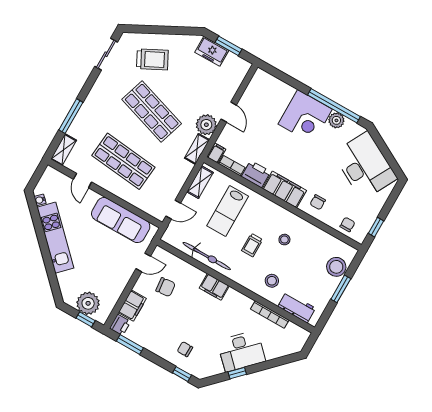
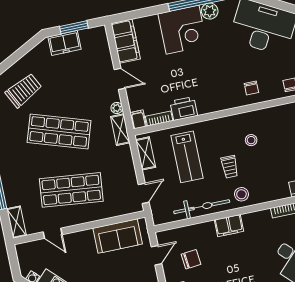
plant: (206, 125) -> (117, 108), width x0.53, depth x0.53
filing cabinet: (284, 189) -> (126, 41), moved, turned 90
sofa: (121, 220) -> (118, 236), width x0.73
stool: (272, 281) -> (241, 194), moved

